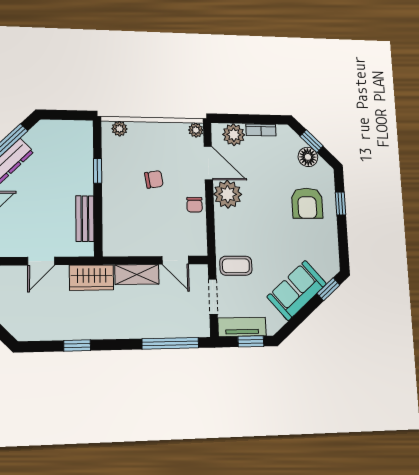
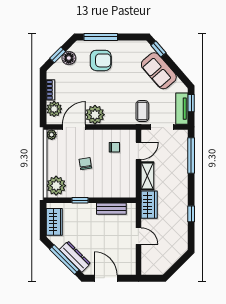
plant: (119, 129) -> (56, 186), width x1.88, depth x1.88
wardrobe: (64, 132) -> (54, 222), added
window: (341, 204) -> (101, 37), width x2.17
chair: (195, 205) -> (114, 147), moved

